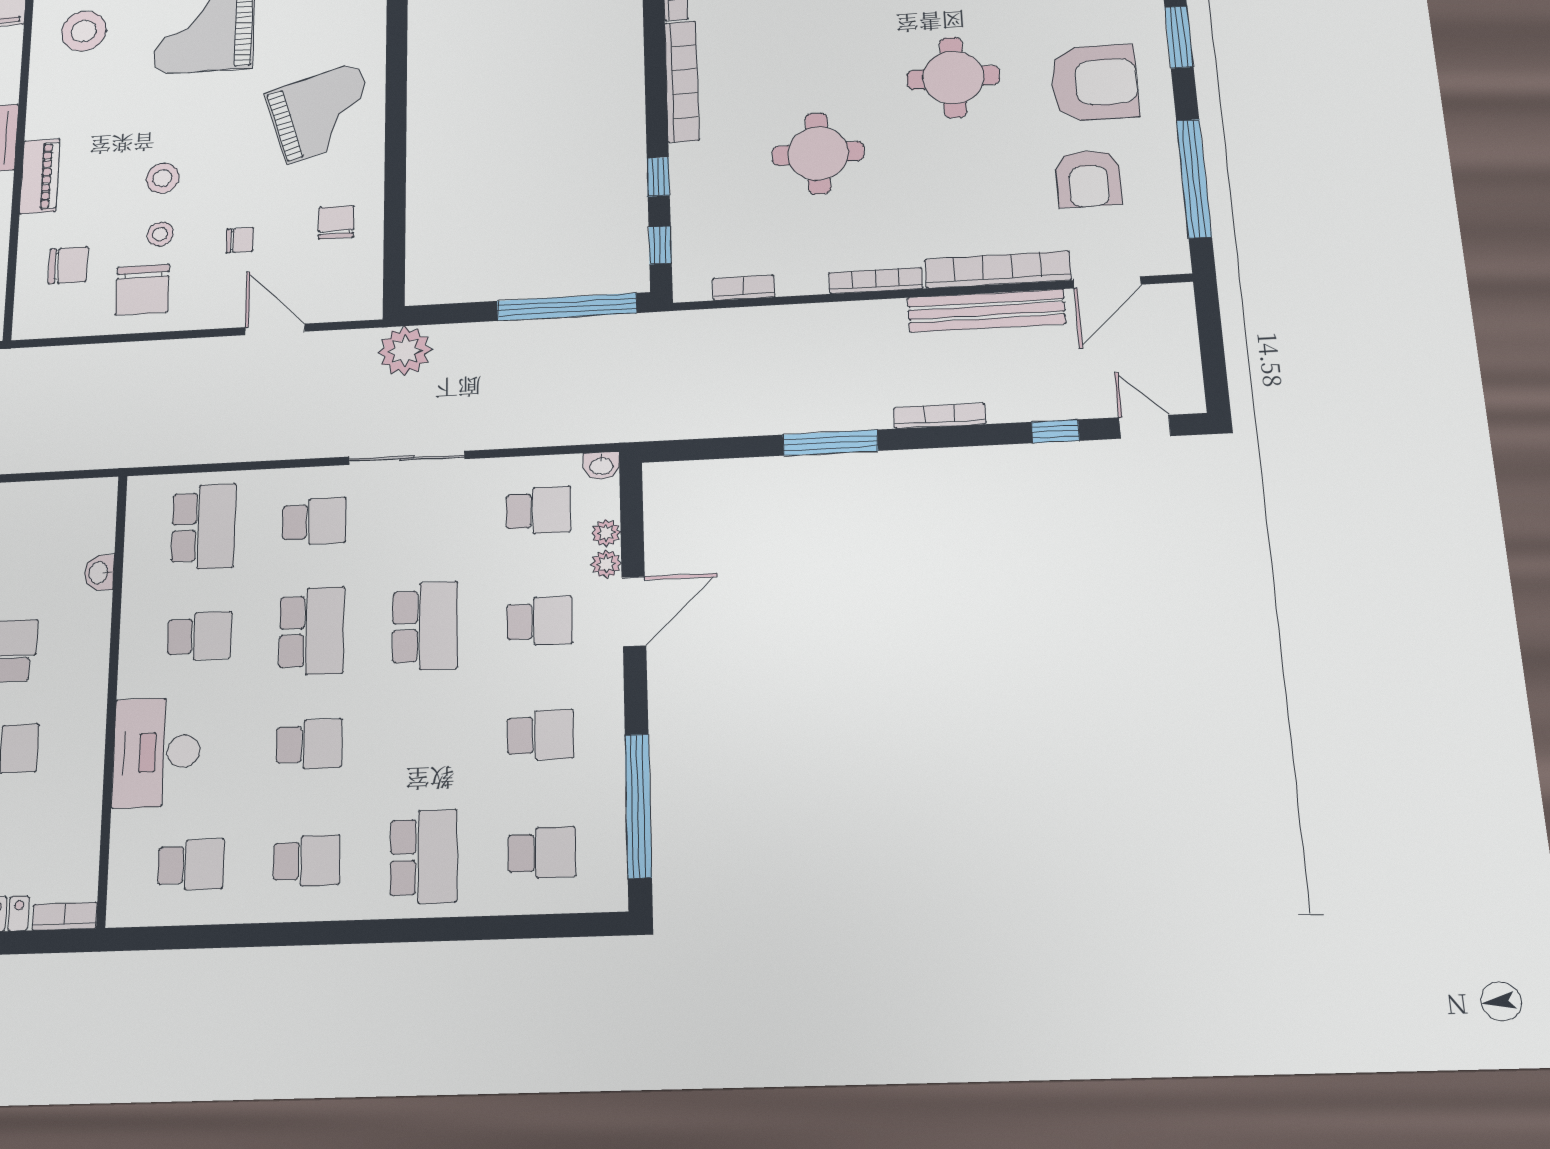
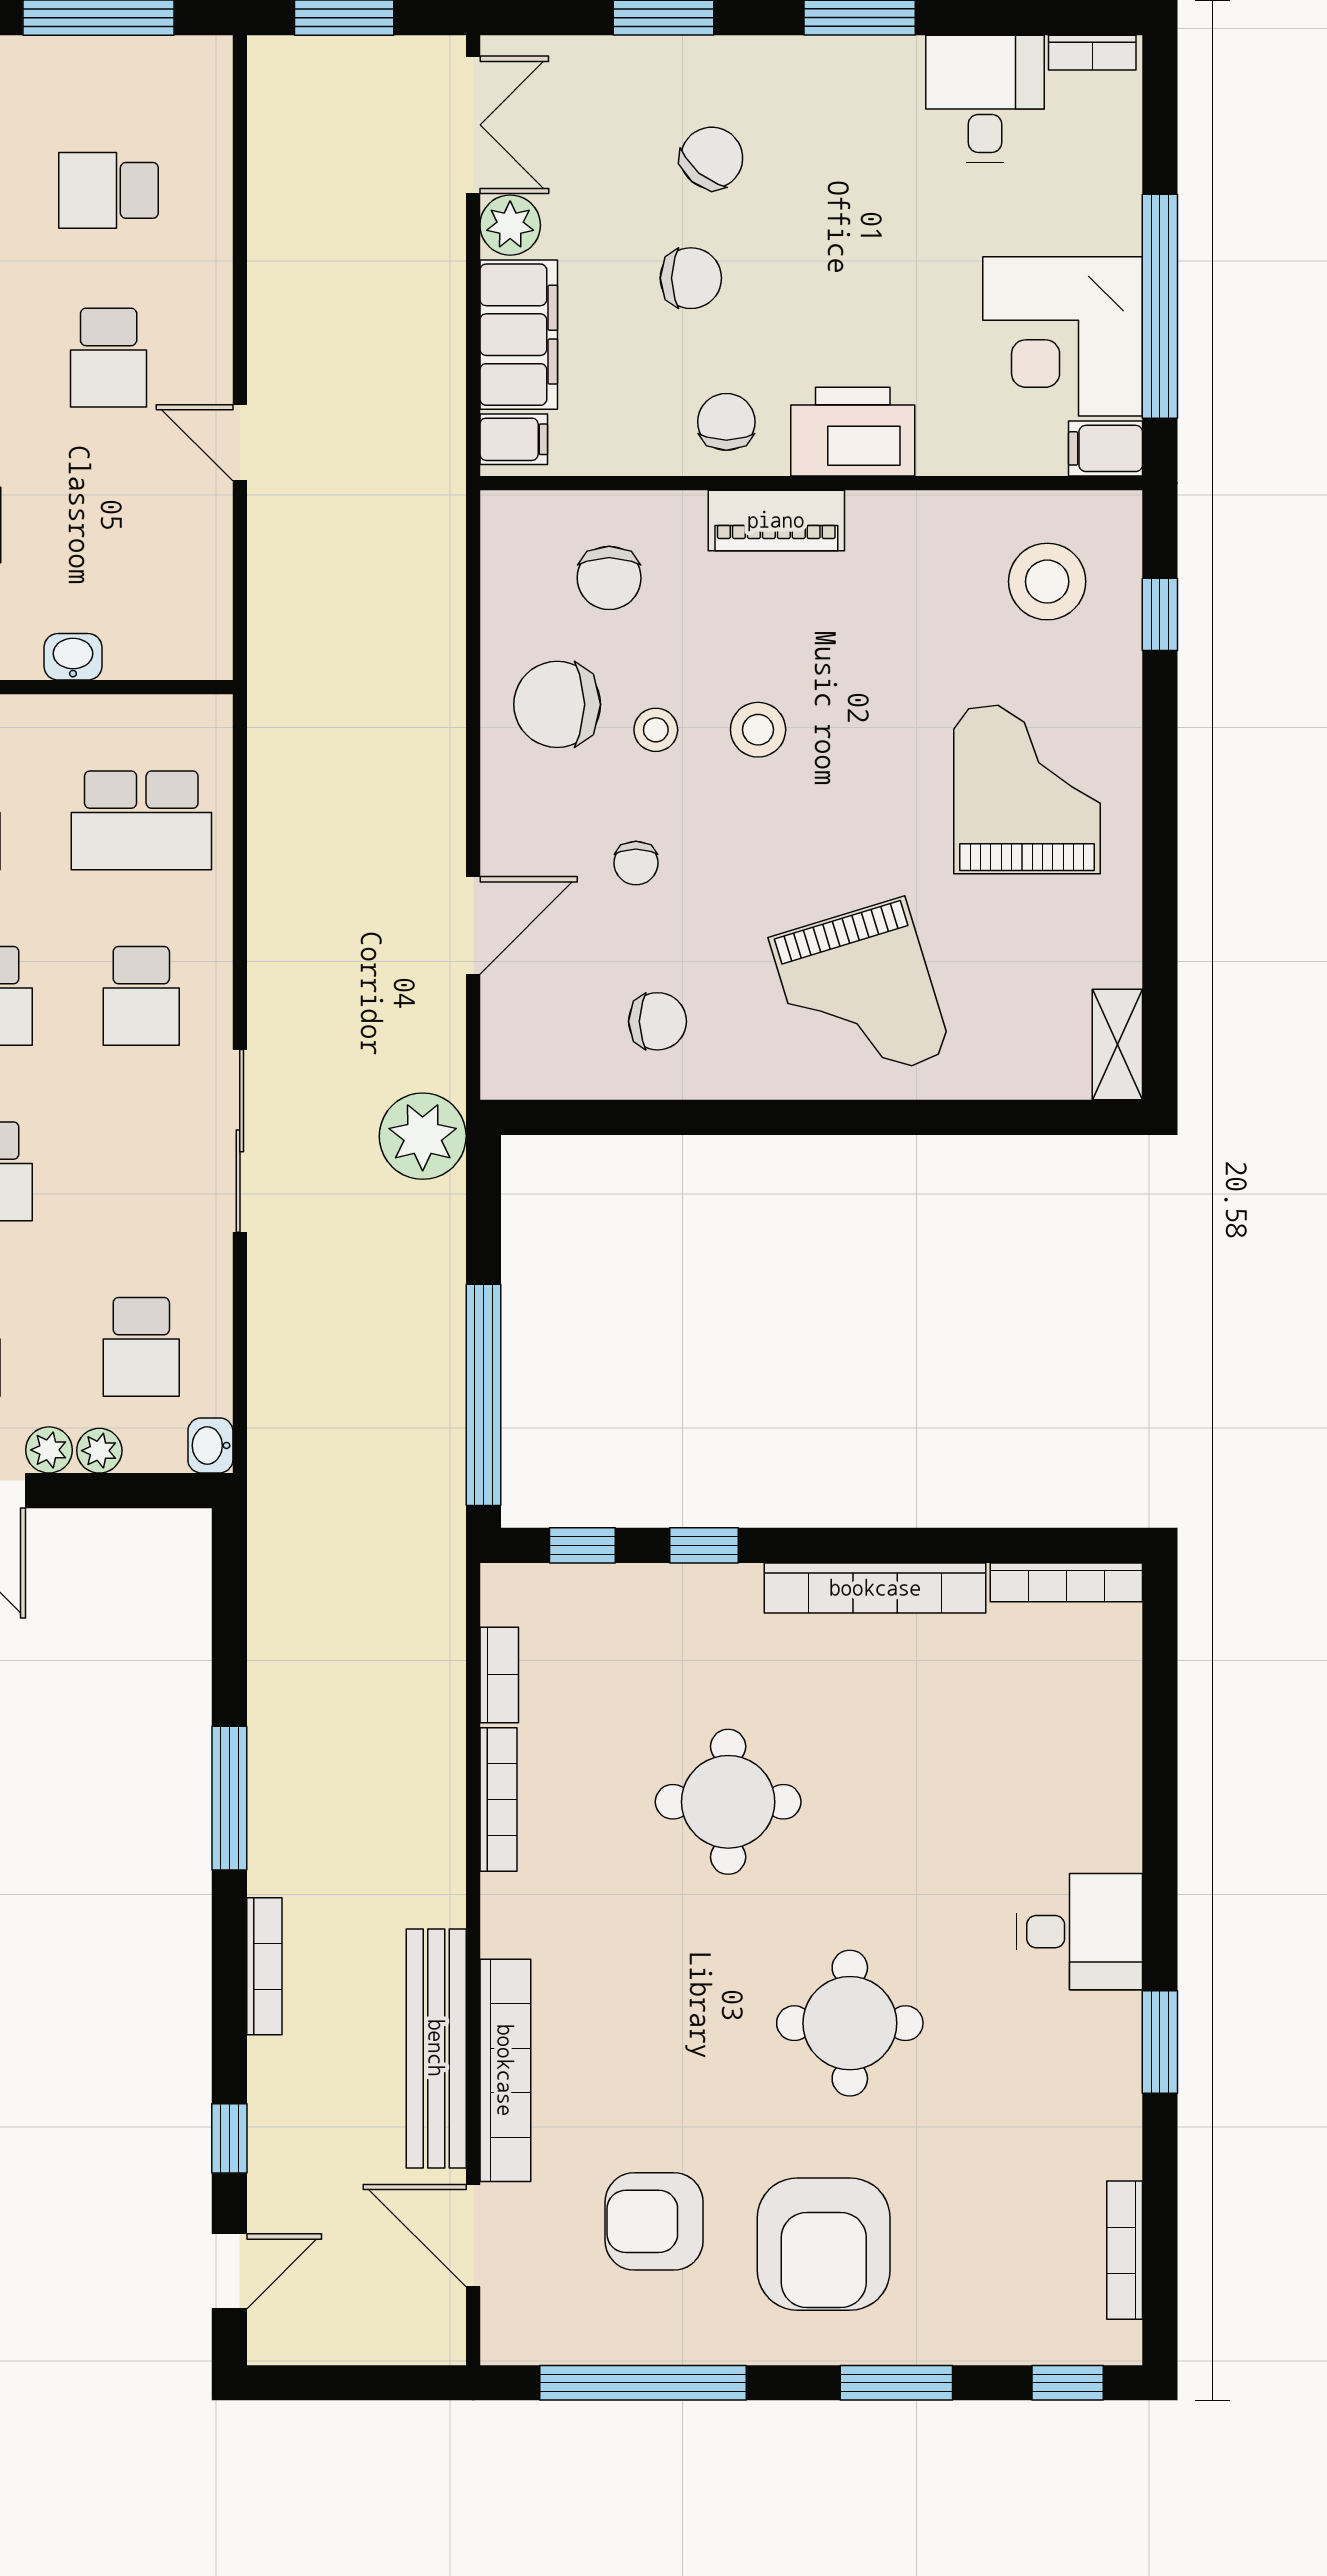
bookcase: (876, 281) -> (498, 1799), moved

